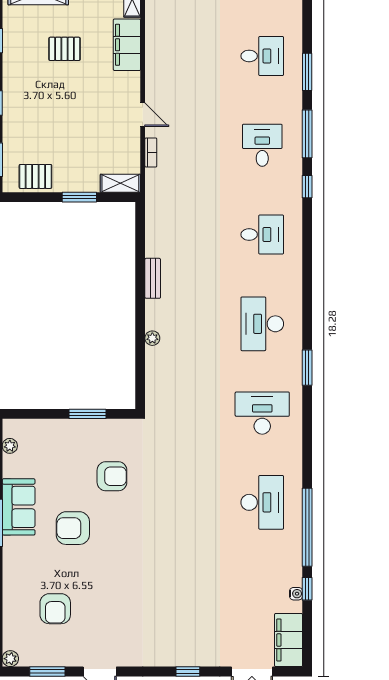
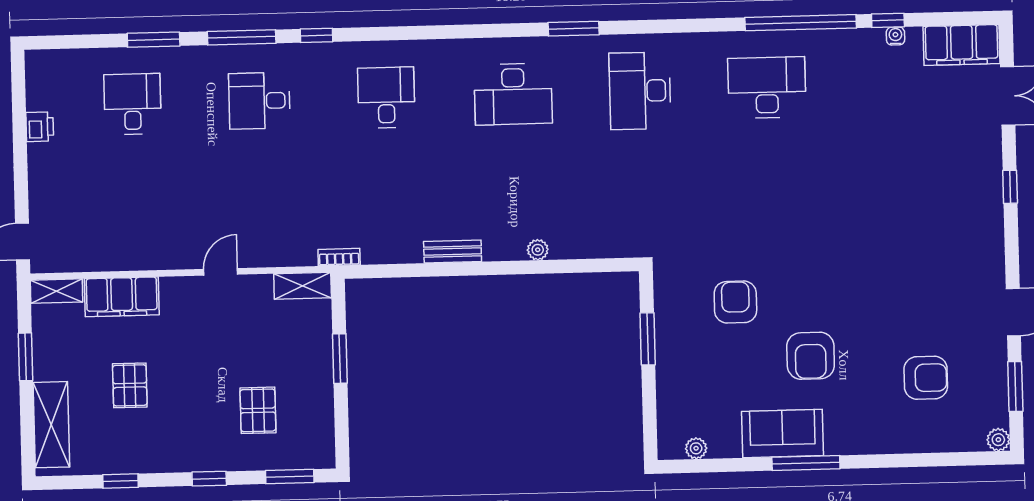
bookcase: (151, 153) -> (339, 257), moved
pallet: (35, 176) -> (258, 410), moved
shelving: (120, 183) -> (303, 286), moved, turned 90

